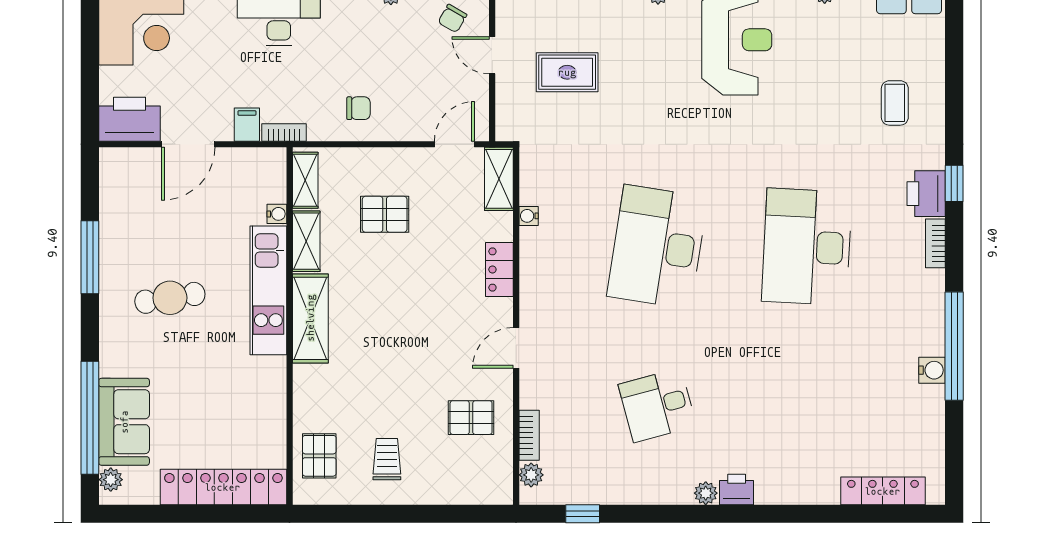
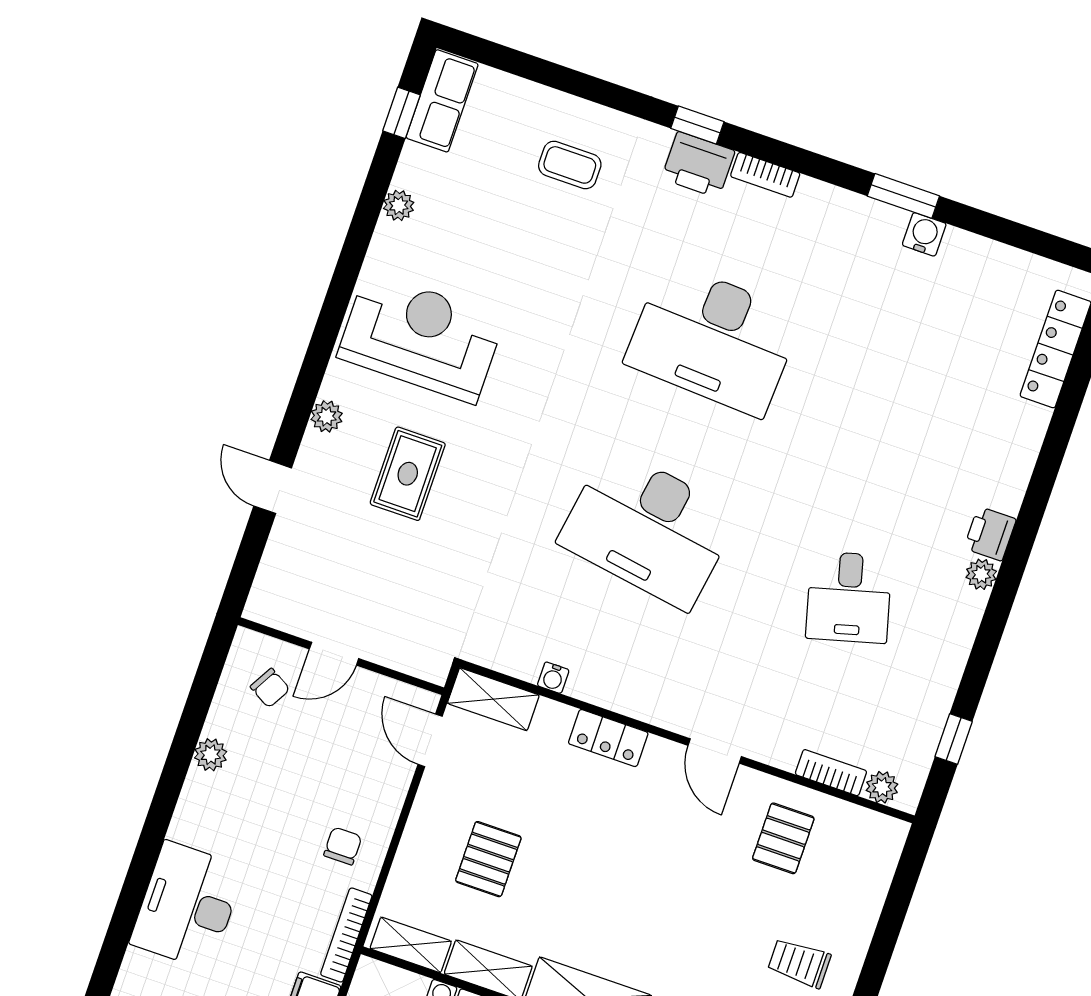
rug: (567, 72) -> (408, 474), moved
bookcase: (284, 132) -> (346, 935), width x1.56
window: (954, 346) -> (903, 196), width x0.47

